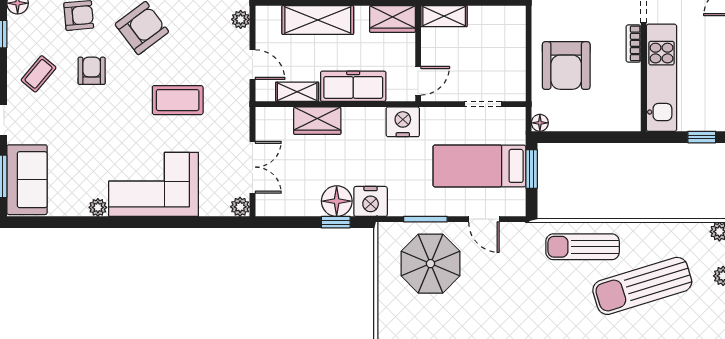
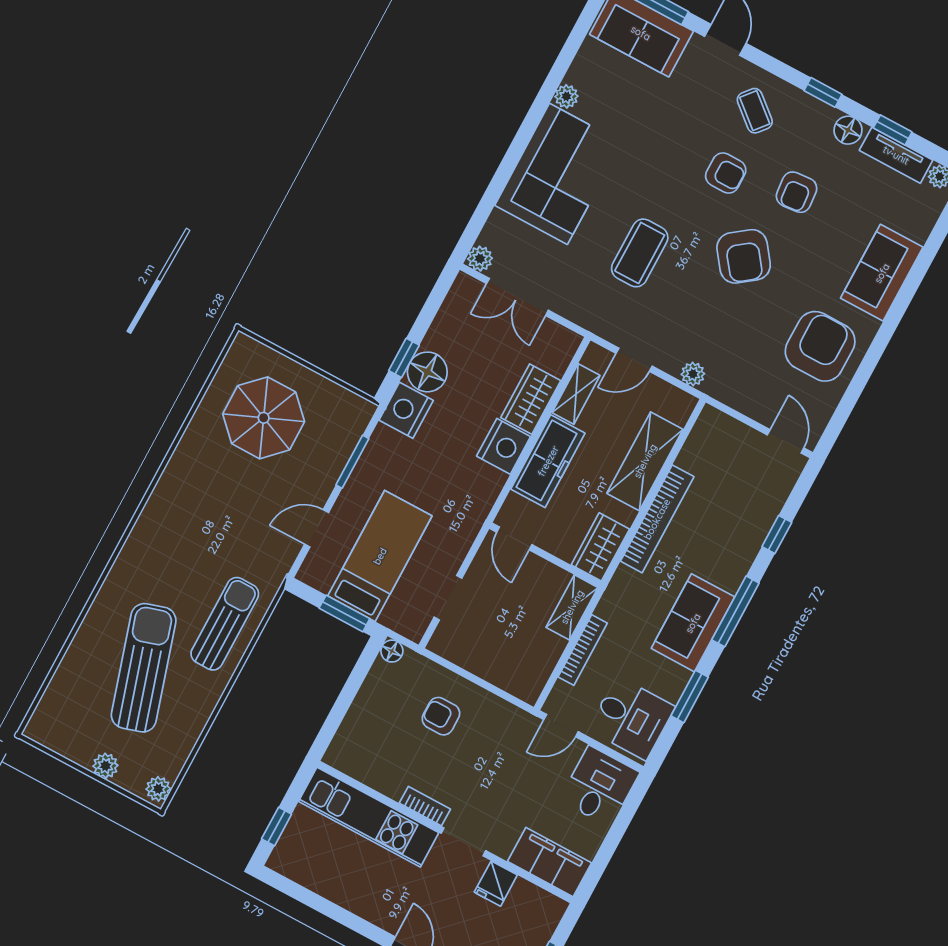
armchair: (566, 66) -> (441, 716), width x0.53, depth x0.53
nightstand: (403, 122) -> (504, 446), moved
parasol: (430, 264) -> (264, 418), moved

